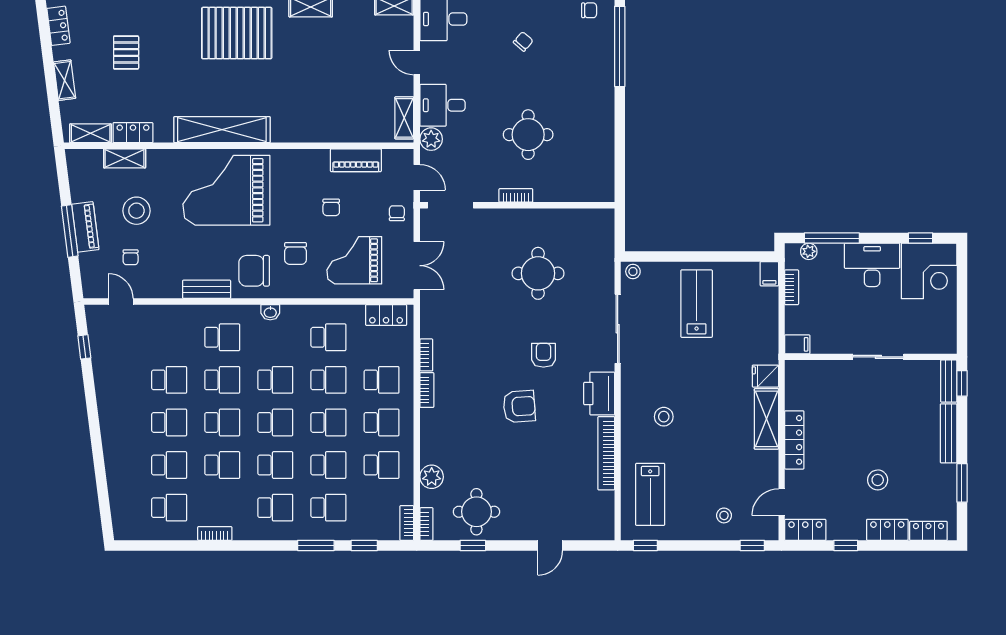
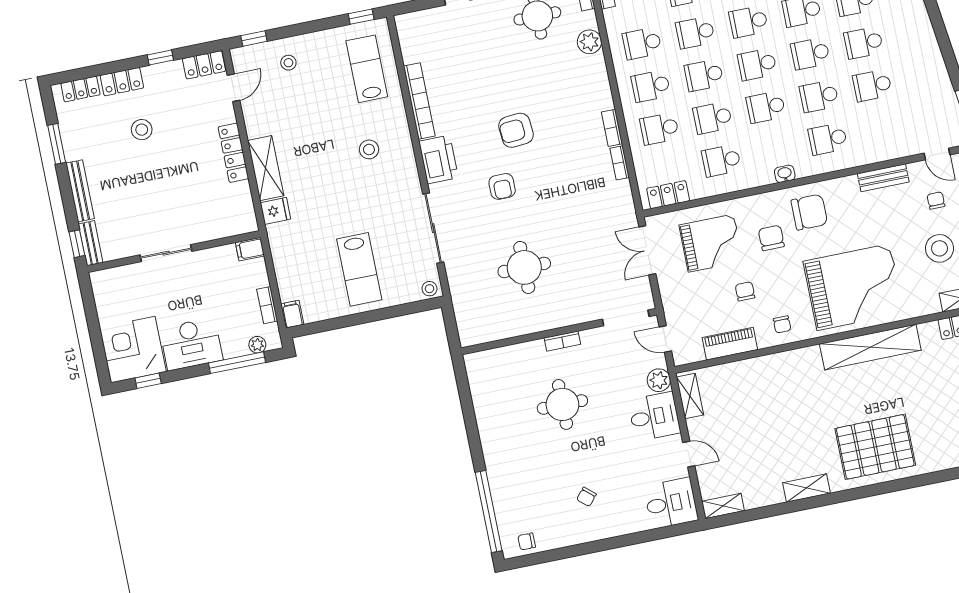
chair: (397, 213) -> (782, 324), moved
bench: (207, 289) -> (883, 178), moved

